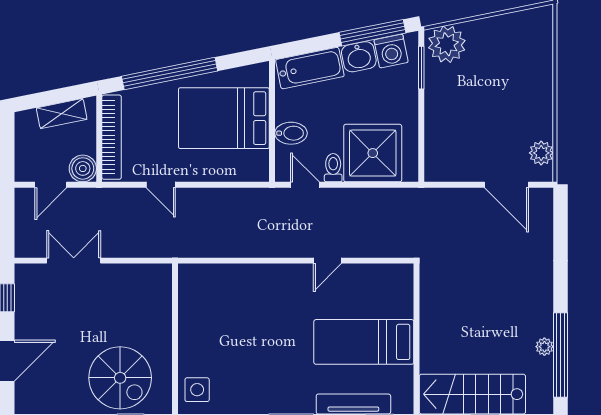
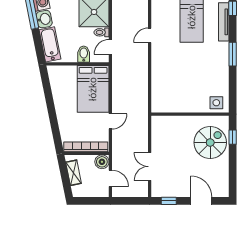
window: (170, 74) -> (53, 117), removed
bed: (224, 118) -> (93, 89), moved
door: (327, 261) -> (150, 35), swing flipped

